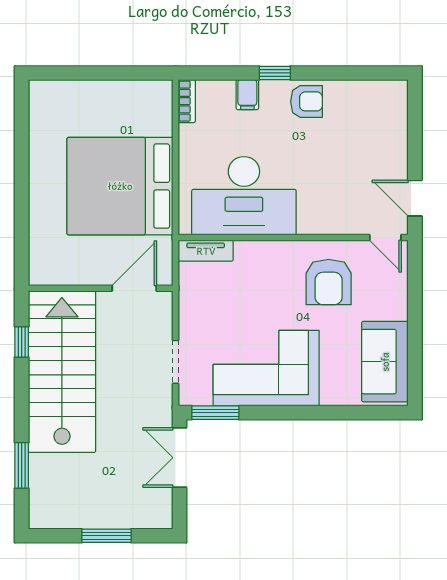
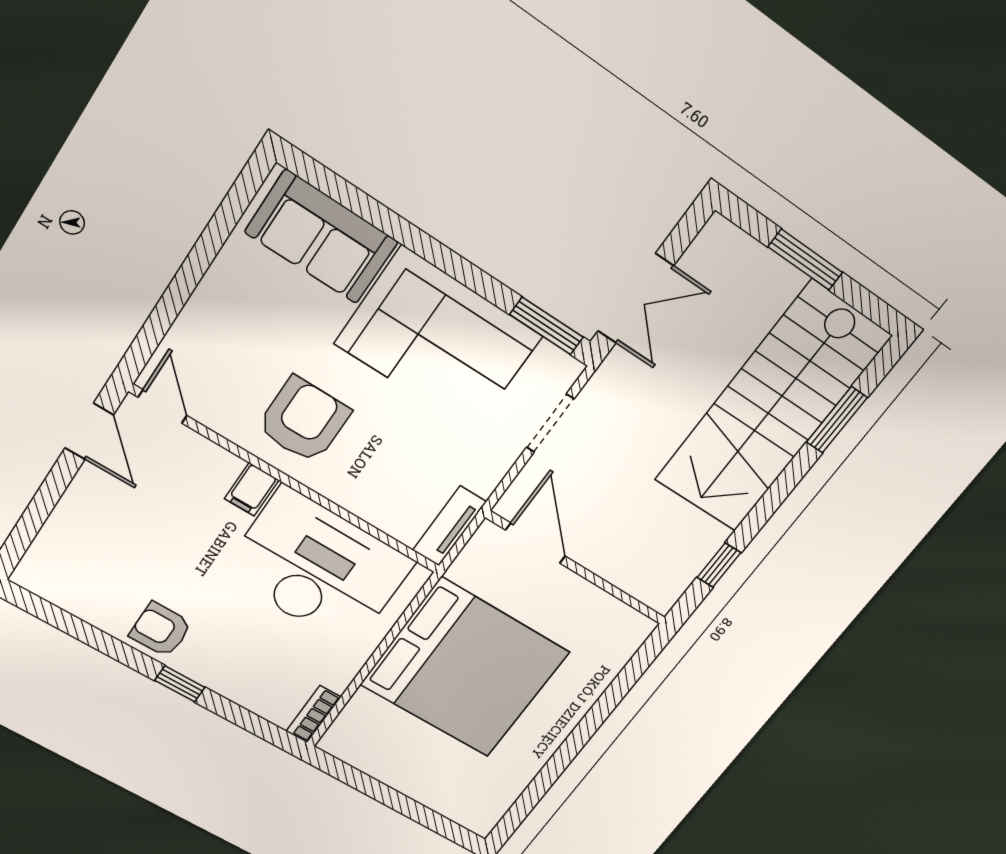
filing cabinet: (247, 95) -> (252, 489), moved, turned 180
tv unit: (206, 251) -> (449, 526), moved, turned -90
armchair: (329, 282) -> (304, 420), moved
door: (134, 288) -> (535, 543), swing flipped
sofa: (385, 362) -> (321, 237), moved, turned 90
stairs: (62, 372) -> (772, 408), moved

